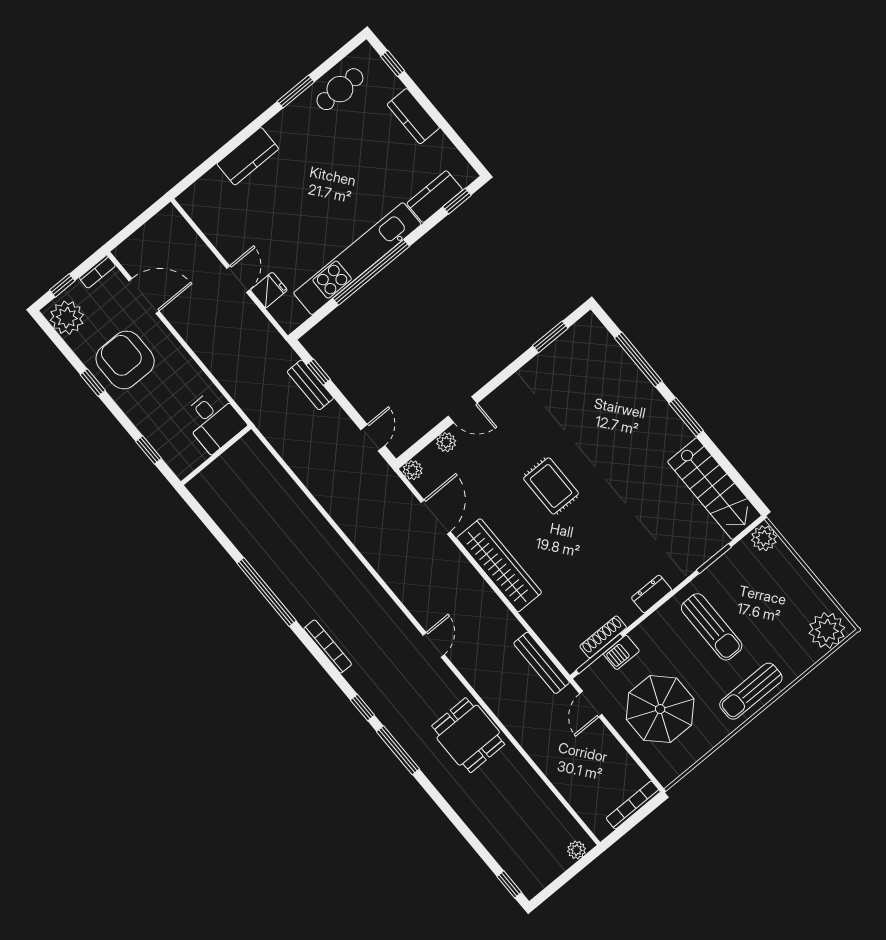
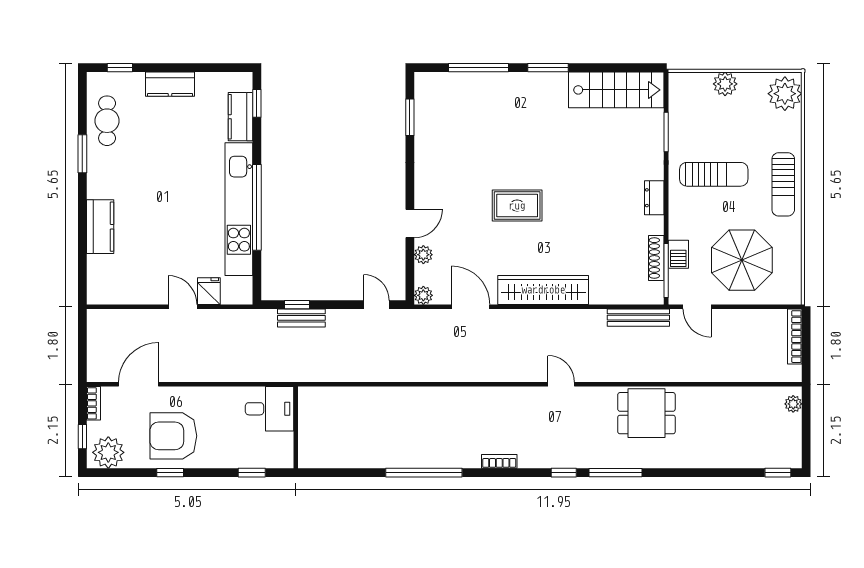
plant: (764, 538) -> (725, 84), moved
bookcase: (328, 647) -> (499, 461), width x0.64

